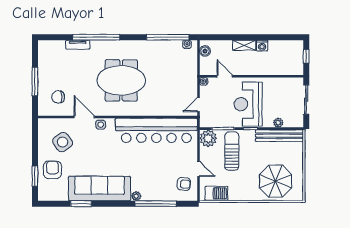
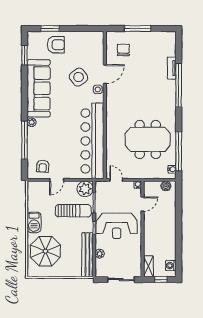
shelving: (244, 45) -> (148, 266), moved
washing machine: (262, 46) -> (171, 266), moved
meeting table: (121, 80) -> (148, 139), moved, turned 90
reception desk: (248, 104) -> (117, 226), turned 180
side table: (63, 142) -> (79, 77), moved
barbecue: (216, 193) -> (34, 222), moved
window: (81, 204) -> (25, 55), moved

